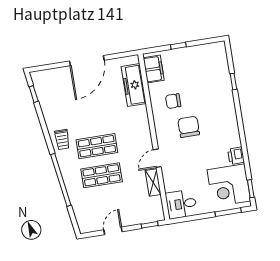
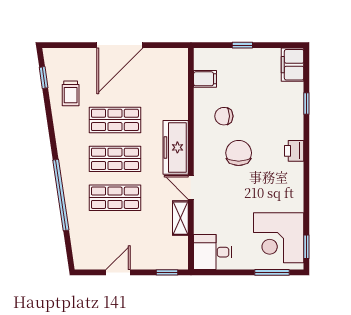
filing cabinet: (218, 54) -> (293, 65), added
filing cabinet: (154, 69) -> (205, 79), width x0.50
freezer: (134, 85) -> (176, 147), moved
shop shelf: (92, 117) -> (115, 120), added
trolley: (62, 139) -> (71, 93), moved
printer: (236, 156) -> (294, 151), moved
door: (157, 158) -> (191, 187), hinge flipped

